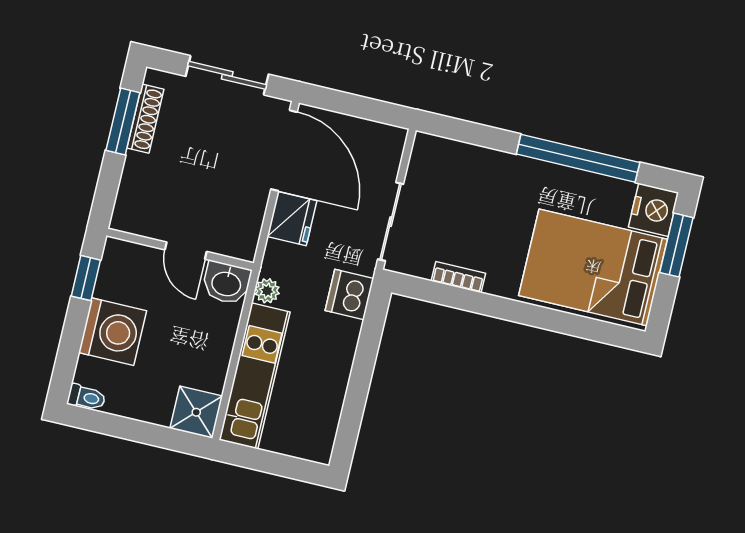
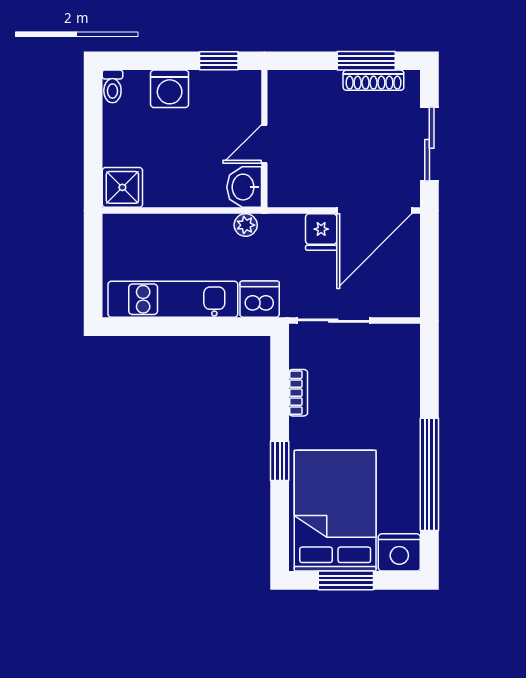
fridge: (292, 219) -> (321, 232), width x0.72
window: (676, 245) -> (346, 580), moved
window: (526, 314) -> (280, 461), added
washing machine: (113, 332) -> (170, 89), width x0.73, depth x0.73
kitchen unit: (255, 376) -> (173, 299), moved, turned 180

